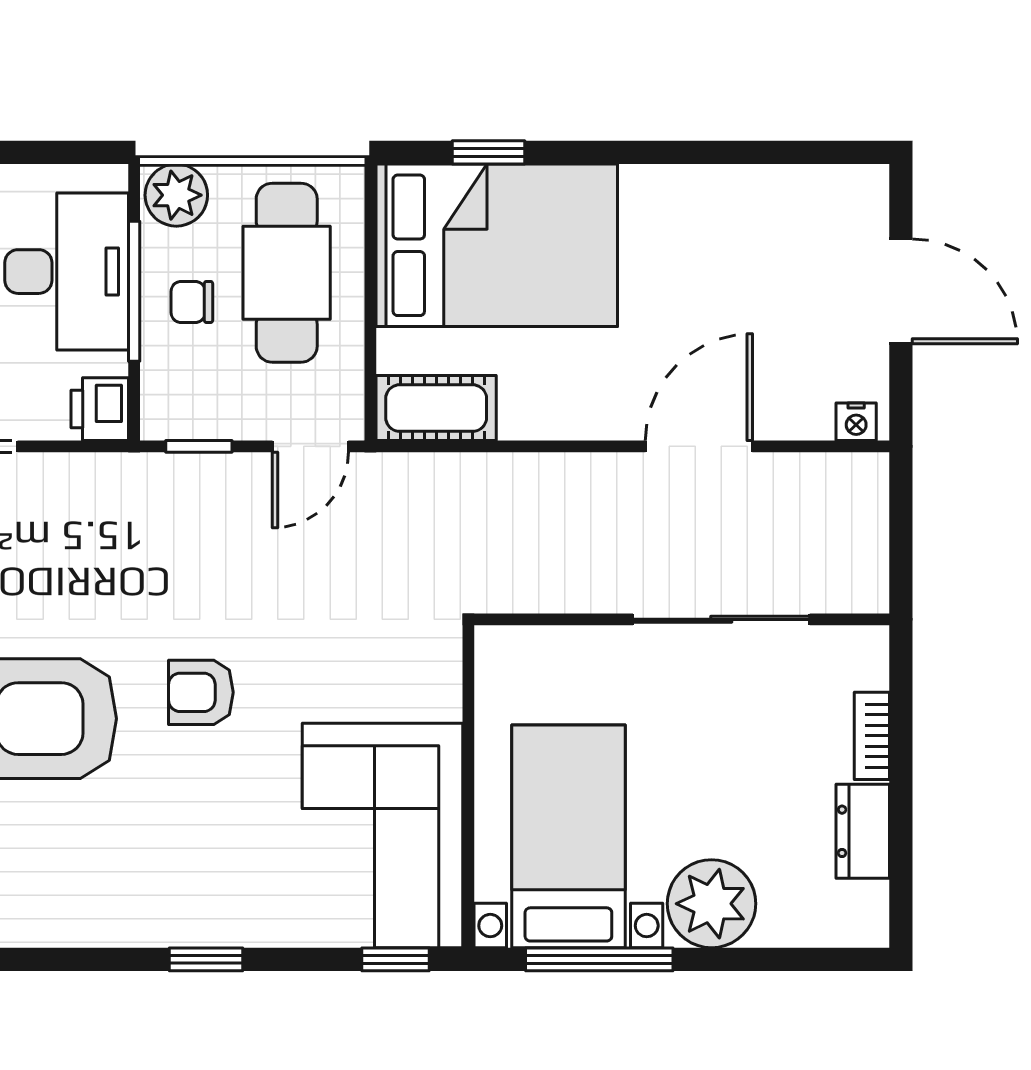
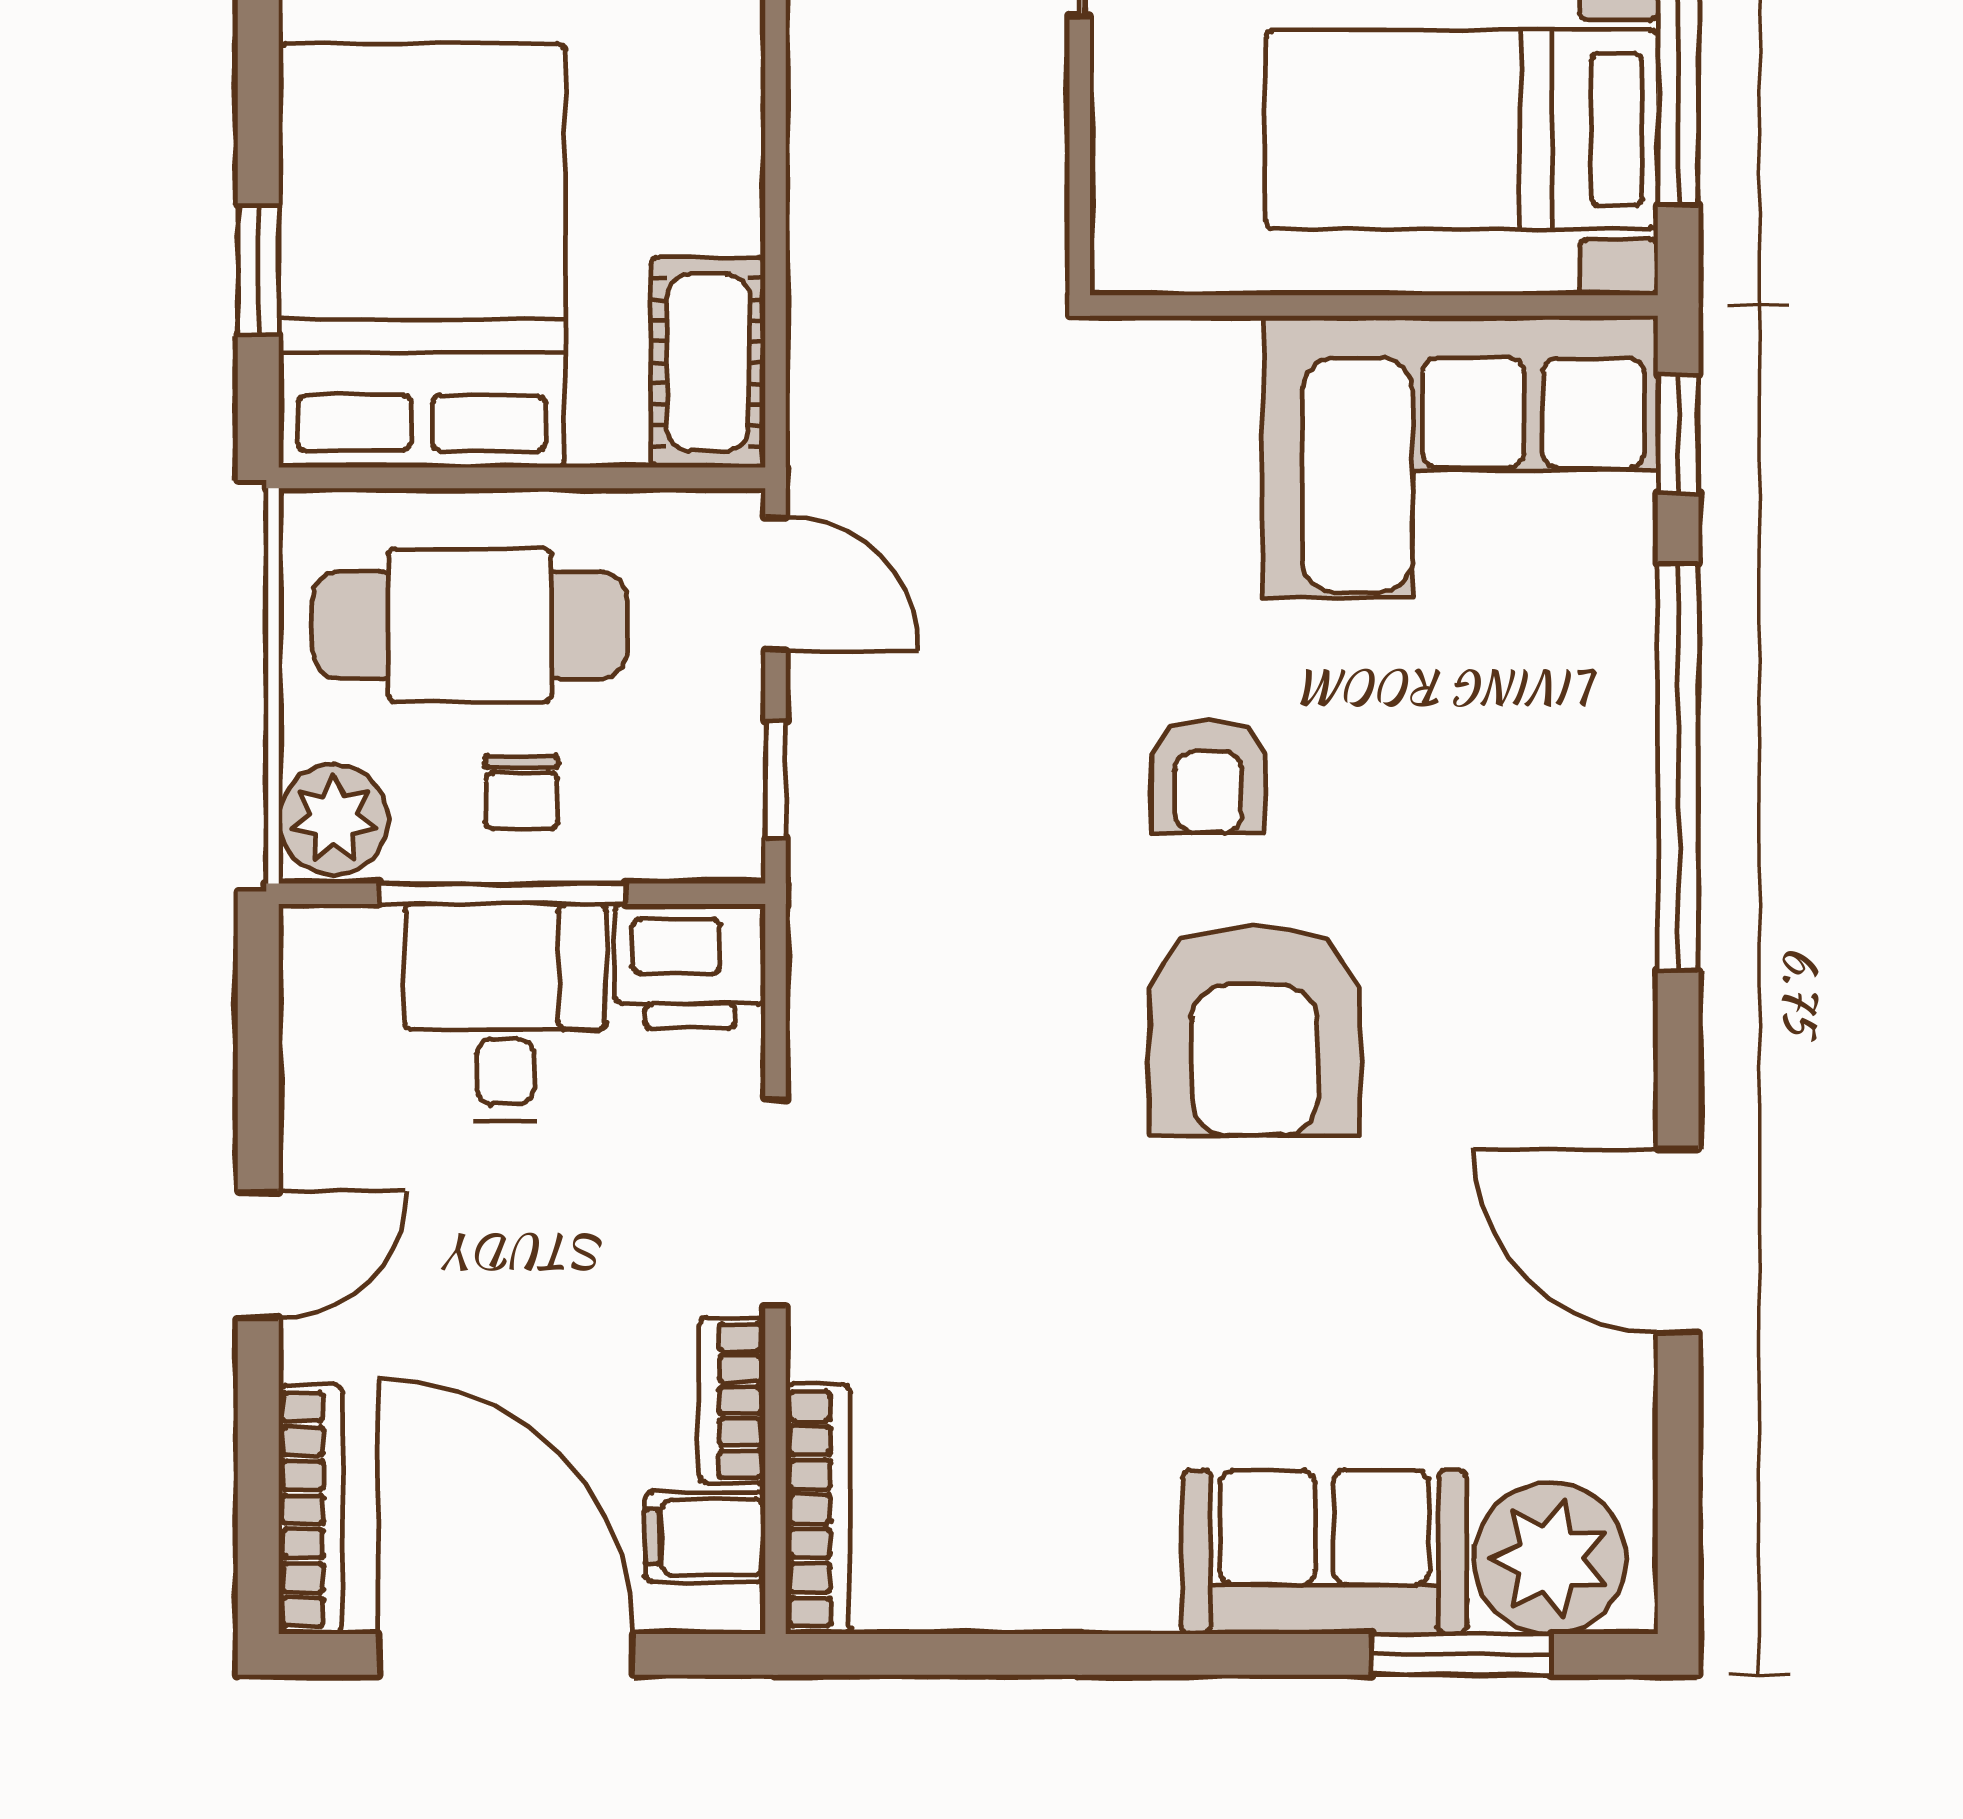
desk: (67, 272) -> (505, 1012), width x0.73
printer: (100, 409) -> (690, 966), width x1.36, depth x1.24
window: (206, 959) -> (1678, 767), width x3.17

